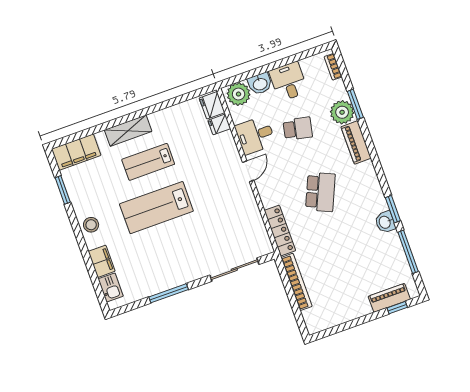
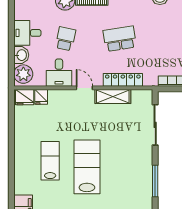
shelving: (128, 131) -> (113, 96), moved, turned 90
lab bench: (148, 162) -> (50, 161), turned 180
school desk: (320, 192) -> (120, 39), turned -33
lab bench: (156, 208) -> (87, 167), turned 180
locker: (280, 231) -> (123, 80), moved

